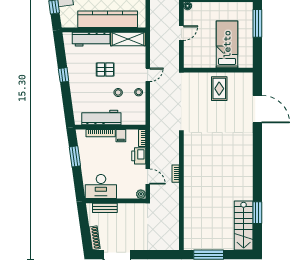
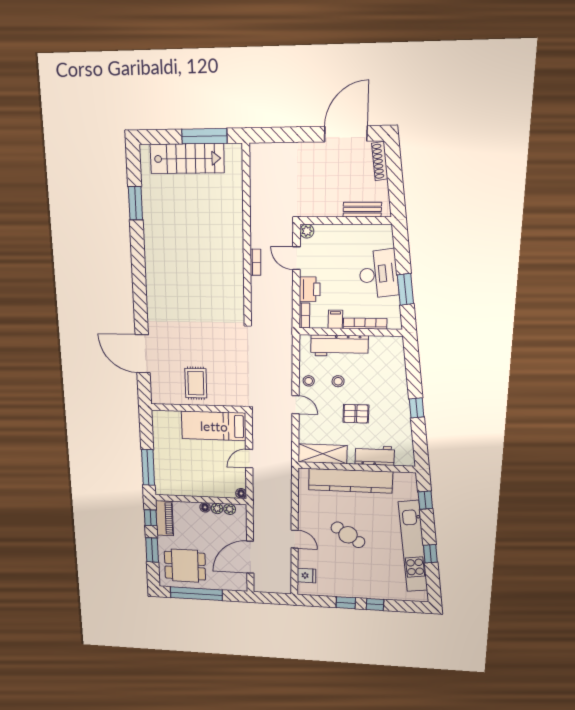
workbench: (91, 39) -> (375, 456), width x0.73
bed: (227, 44) -> (214, 426), moved, turned 90
door: (148, 75) -> (295, 405), swing flipped
workbench: (101, 118) -> (339, 346), moved
desk: (101, 187) -> (378, 274), moved, turned 82
stairs: (244, 225) -> (187, 159), moved, turned 90

